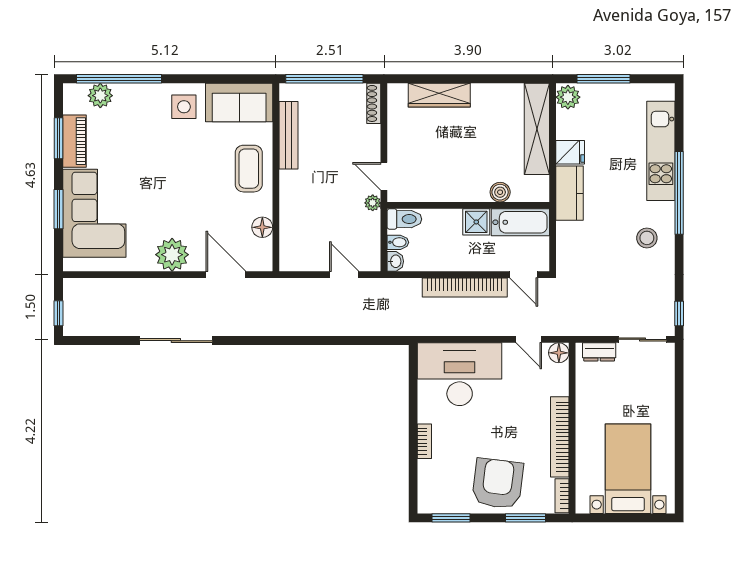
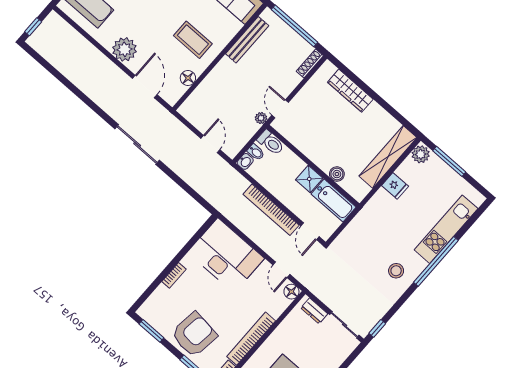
coffee table: (249, 169) -> (193, 40), moved, turned 90
kitchen counter: (569, 193) -> (375, 208), removed
sliding door: (176, 341) -> (137, 145), moved

